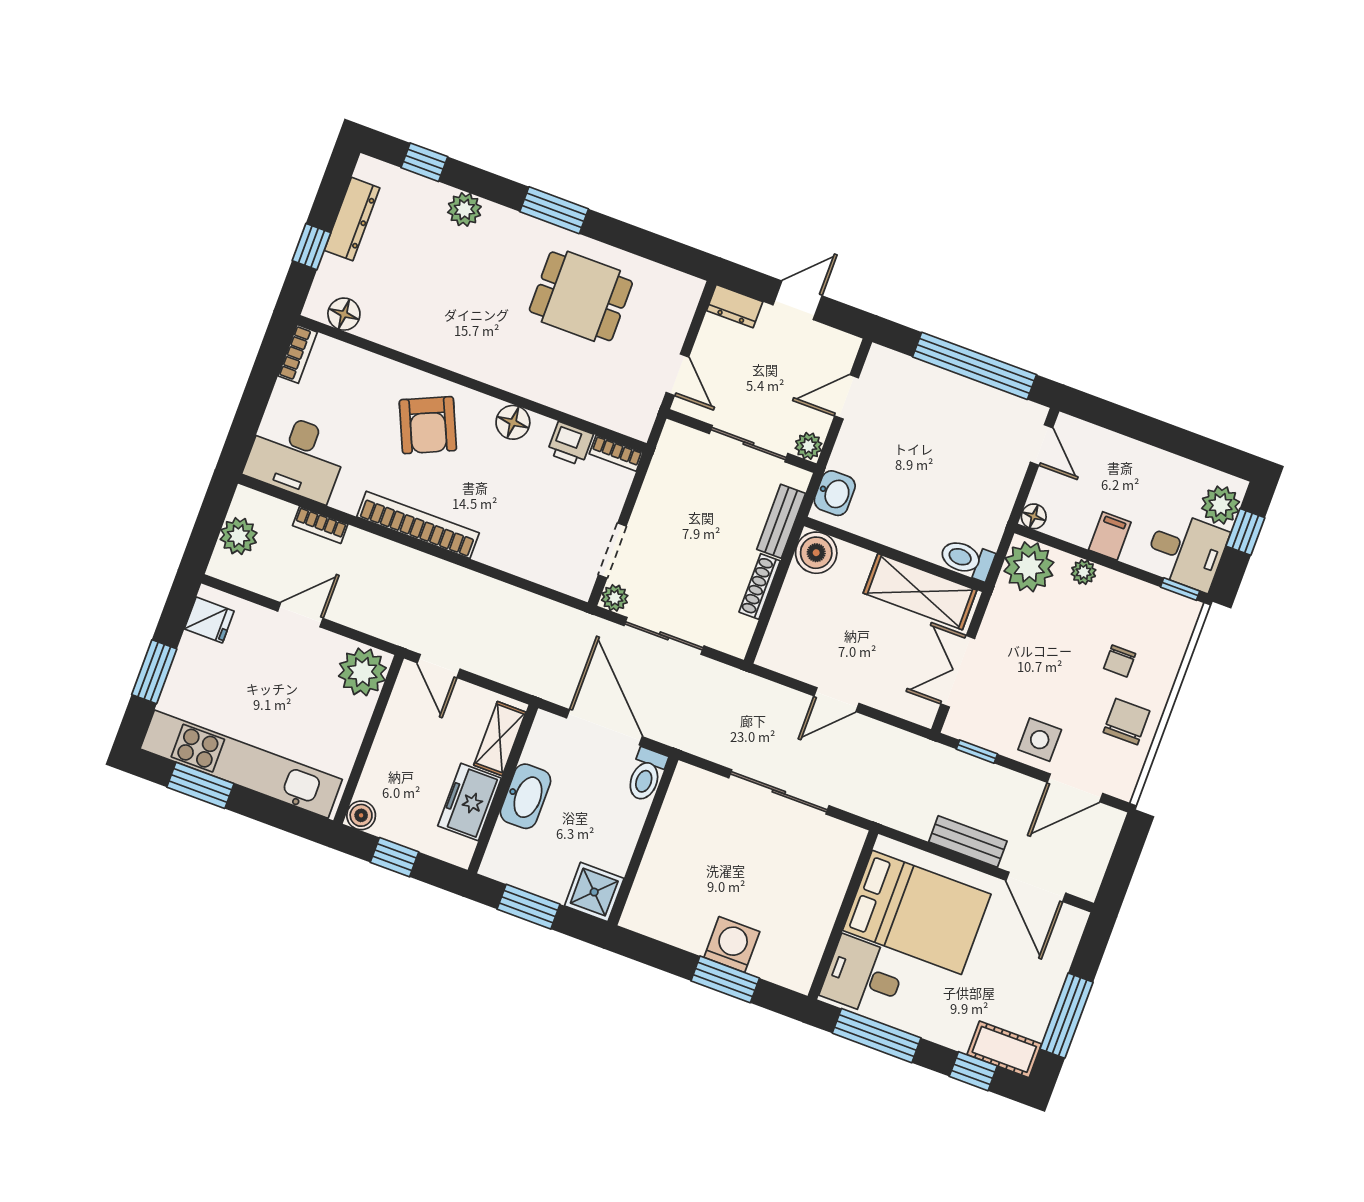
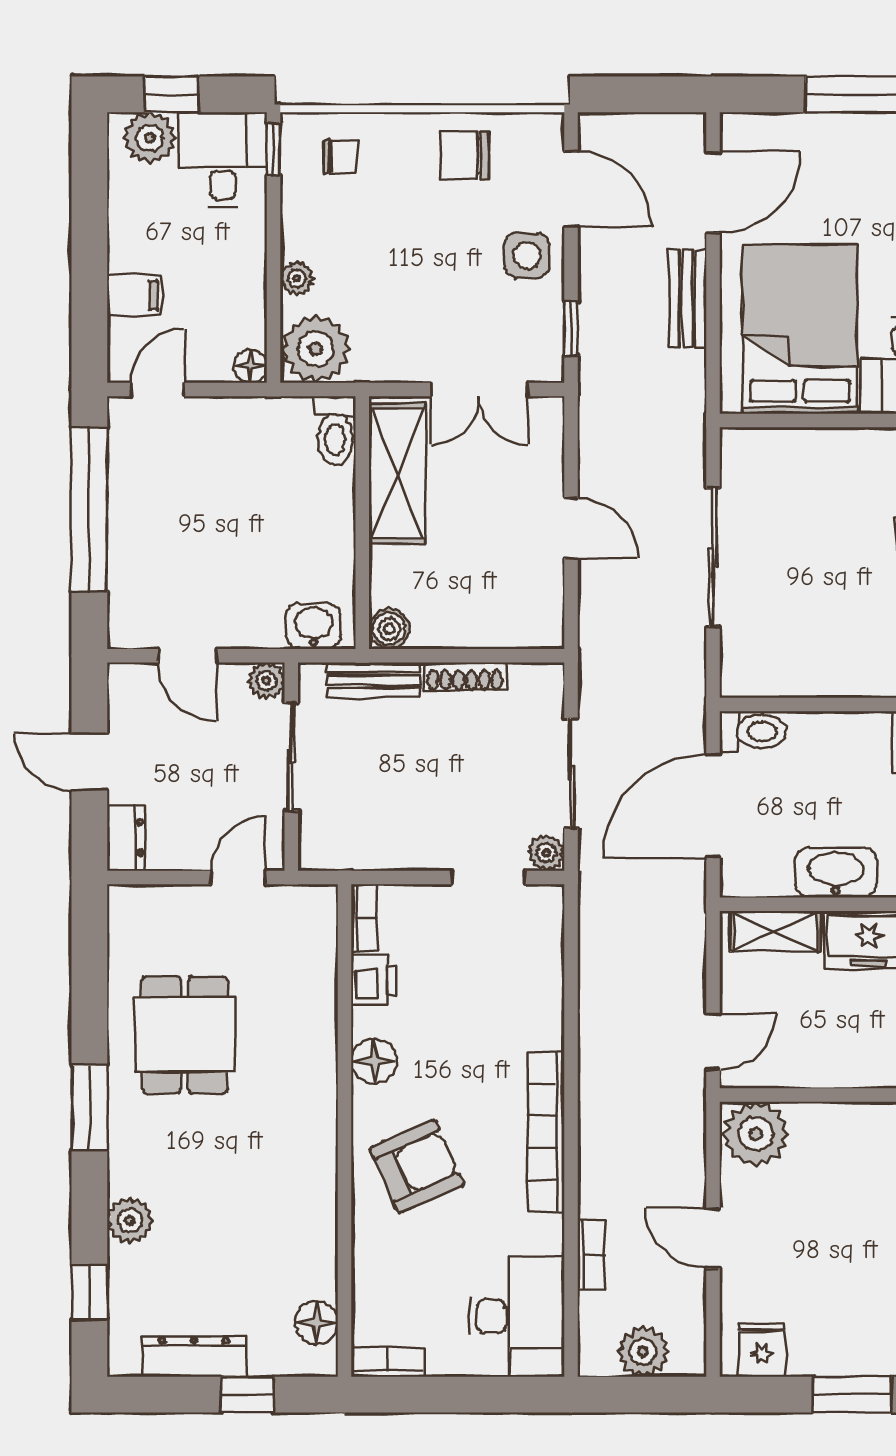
filing cabinet: (1110, 536) -> (134, 295), moved, turned 180
boiler: (816, 553) -> (389, 629), width x0.73, depth x0.73
chair: (1120, 661) -> (340, 156), moved

